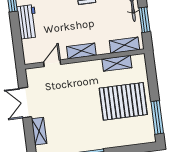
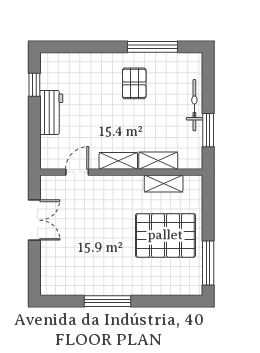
shelving: (124, 45) -> (158, 161), moved
double door: (25, 103) -> (34, 220), swing flipped
shelving: (39, 131) -> (48, 261), removed

